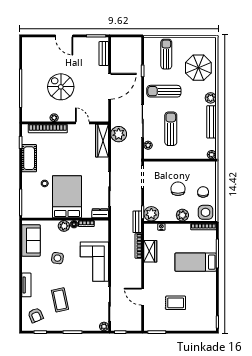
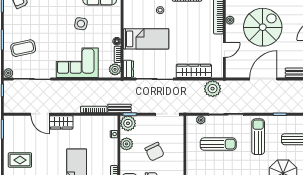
door: (110, 86) -> (263, 79), swing flipped
spiral stairs: (61, 87) -> (263, 27), width x1.37, depth x1.37
wardrobe: (102, 141) -> (194, 71), moved
chair: (178, 189) -> (155, 152), turned 64
bed: (67, 197) -> (146, 39), width x0.67
plant: (182, 215) -> (127, 144), moved
plant: (64, 226) -> (115, 69), moved
wardrobe: (150, 251) -> (61, 122), moved
door: (143, 297) -> (40, 114), swing flipped
coffee table: (60, 300) -> (23, 48), moved
rug: (176, 303) -> (20, 160), moved, turned 90

